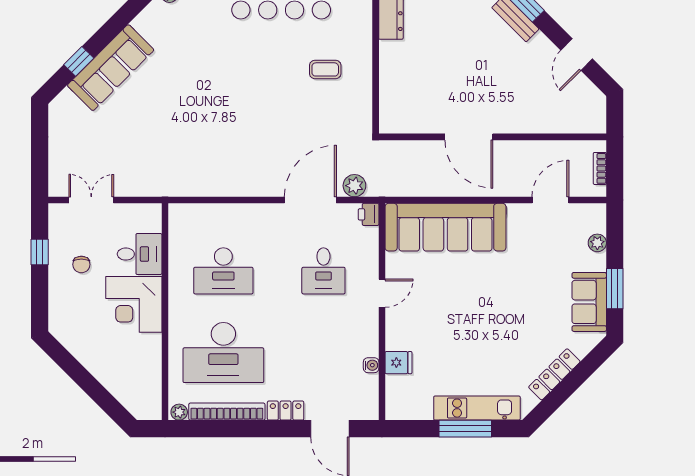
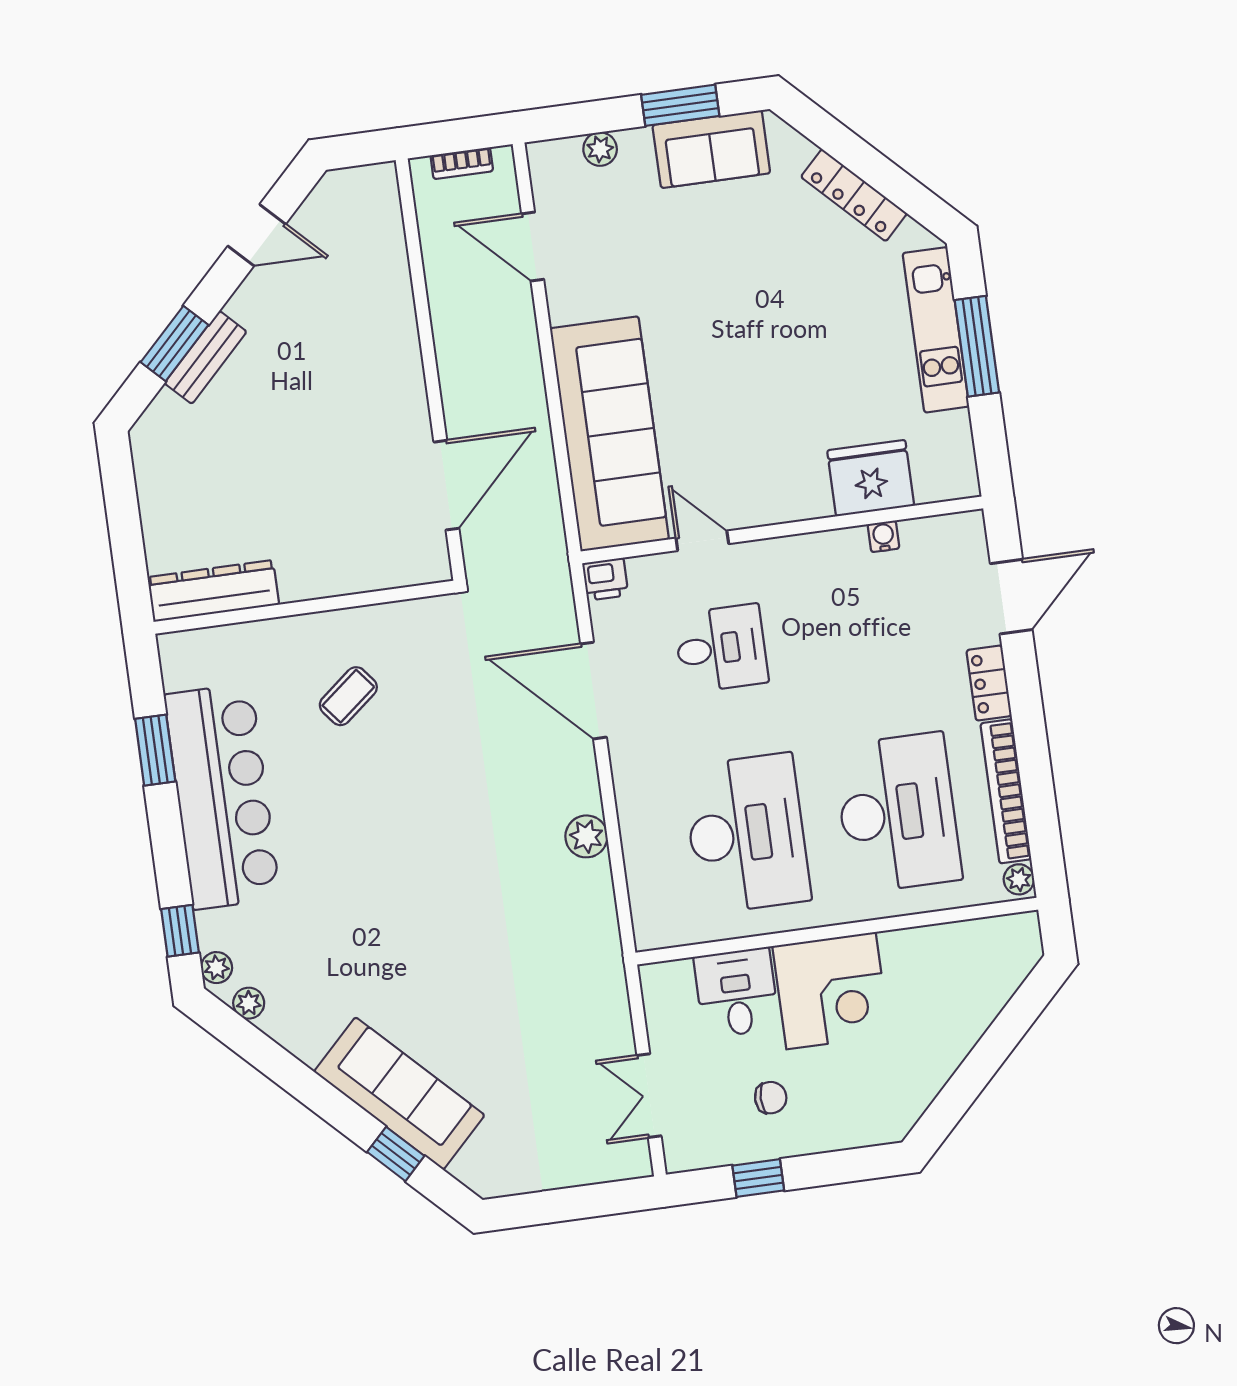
coffee table: (325, 69) -> (348, 696), turned 51
door: (469, 137) -> (446, 485), moved
plant: (354, 186) -> (586, 836), moved
desk: (223, 271) -> (746, 833), width x1.36, depth x1.30
door: (382, 293) -> (702, 541), moved
fridge: (398, 363) -> (871, 478), width x1.88, depth x1.34

